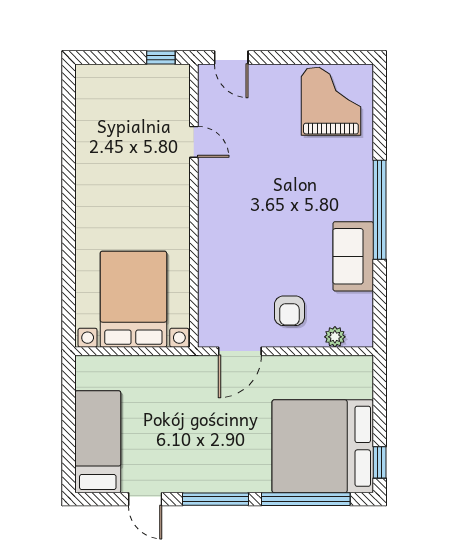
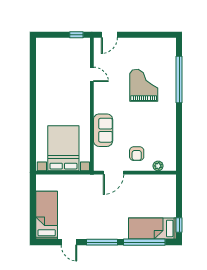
door: (231, 58) -> (109, 35), hinge flipped
grand piano: (331, 101) -> (144, 85), moved
window: (380, 210) -> (179, 80), moved
sofa: (353, 256) -> (103, 130), moved, turned 180
bed: (323, 446) -> (152, 228), width x0.49

